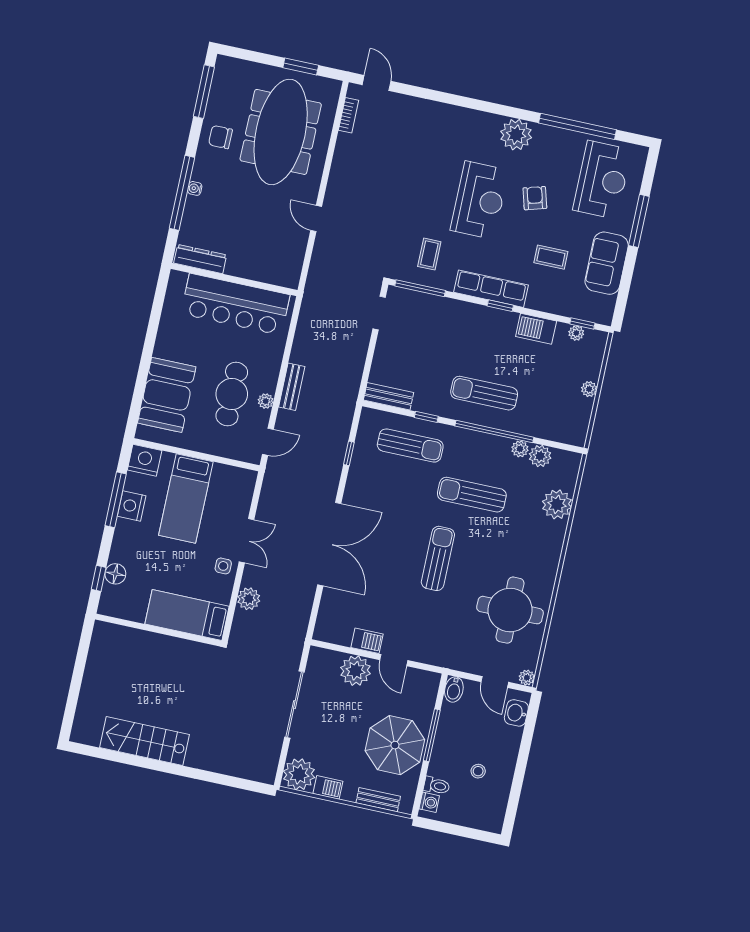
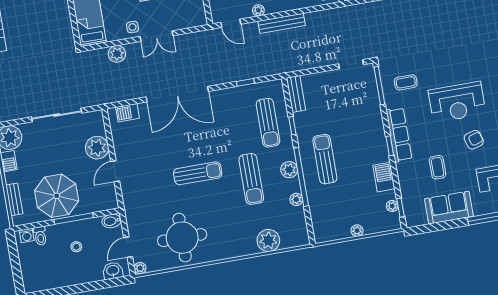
bench: (292, 387) -> (282, 23), width x1.36
plant: (540, 456) -> (289, 170), moved
sun lounger: (472, 495) -> (251, 179), turned 180
barbecue: (367, 641) -> (128, 113), moved, turned 90
stool: (478, 771) -> (76, 247), moved

